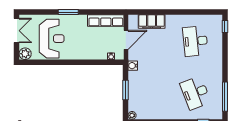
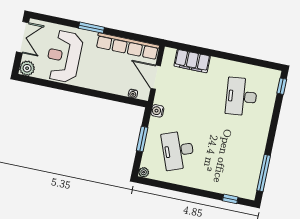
row of seats: (106, 20) -> (128, 46), width x1.36
reception desk: (52, 39) -> (64, 56), turned 180
door: (126, 40) -> (156, 77), swing flipped
desk: (195, 93) -> (178, 150), moved

